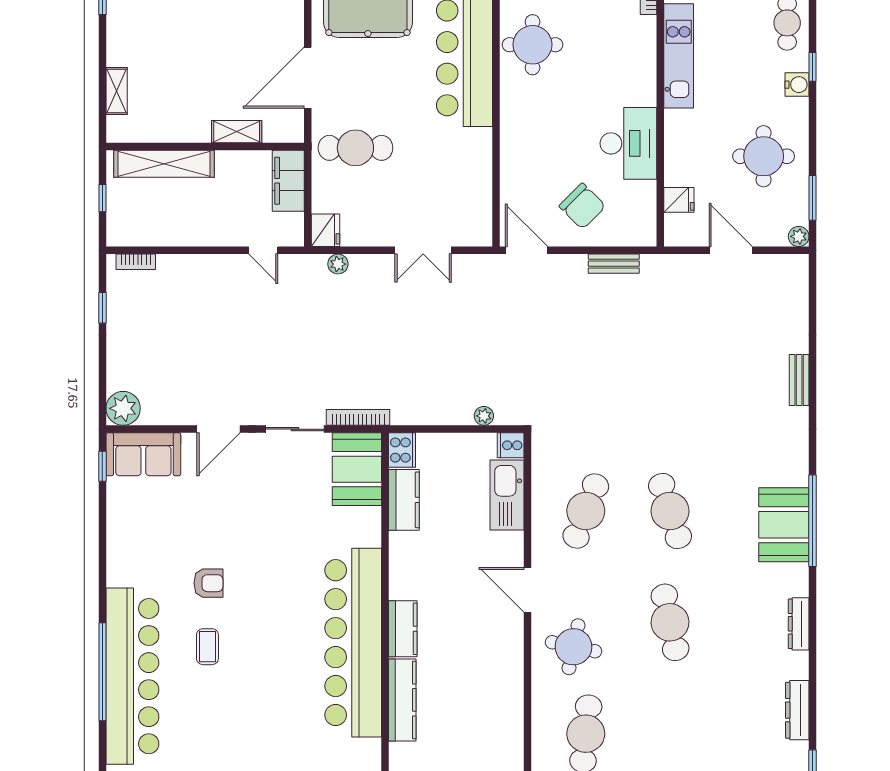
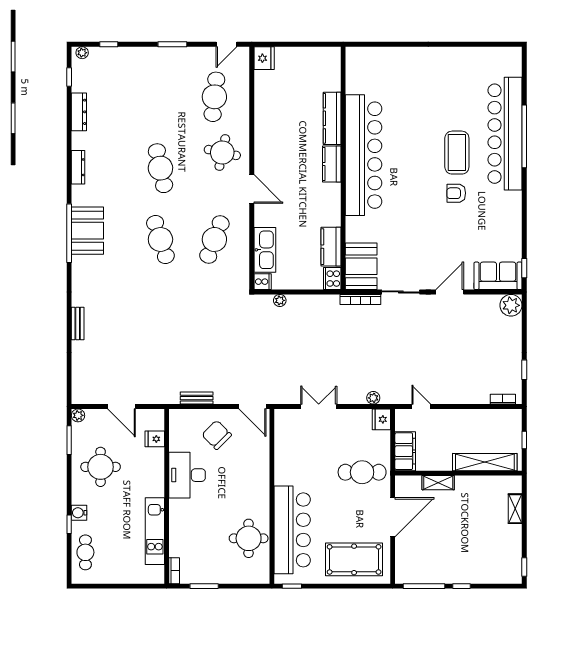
coffee table: (207, 647) -> (457, 153), width x1.86, depth x1.72

